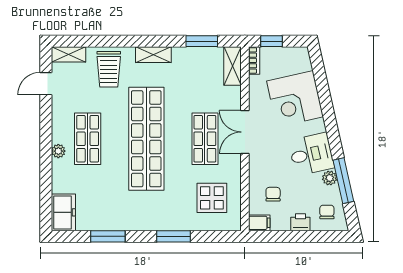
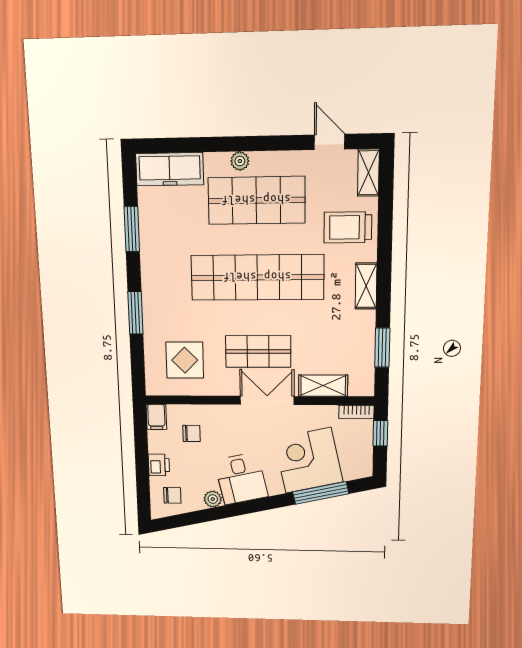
shelving: (232, 66) -> (323, 386), moved
shop shelf: (88, 139) -> (256, 200), width x1.43, depth x1.36
window: (343, 181) -> (321, 493), moved
freezer: (63, 212) -> (170, 169), width x1.40

